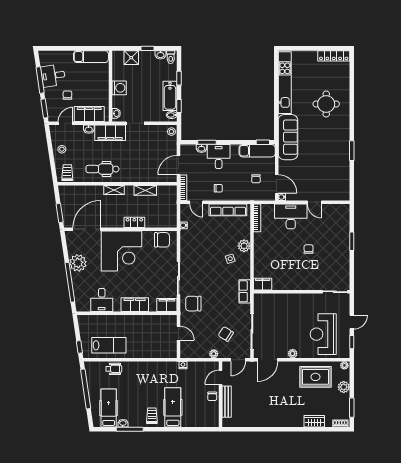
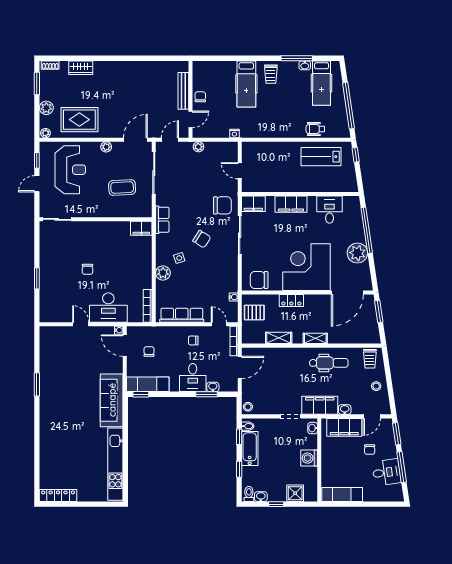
round table: (326, 104) -> (67, 439), removed
pallet: (166, 212) -> (254, 313), added
coffee table: (279, 319) -> (122, 188), added
chair: (226, 334) -> (202, 239), moved

